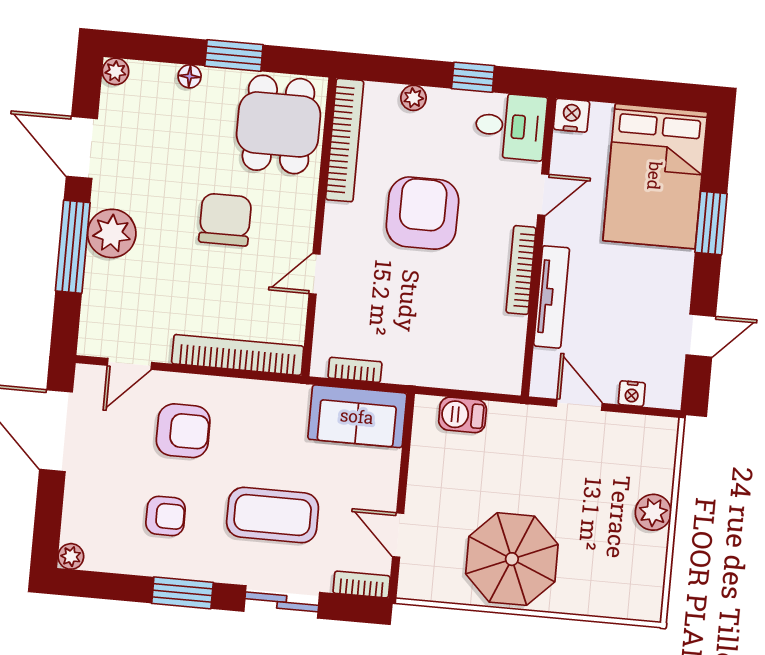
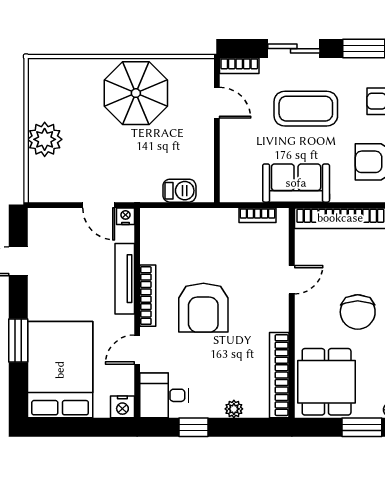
armchair: (422, 213) -> (203, 308), moved
nightstand: (632, 394) -> (125, 216), moved
sofa: (357, 416) -> (296, 183), moved
plant: (653, 512) -> (45, 139), width x1.36, depth x1.36

